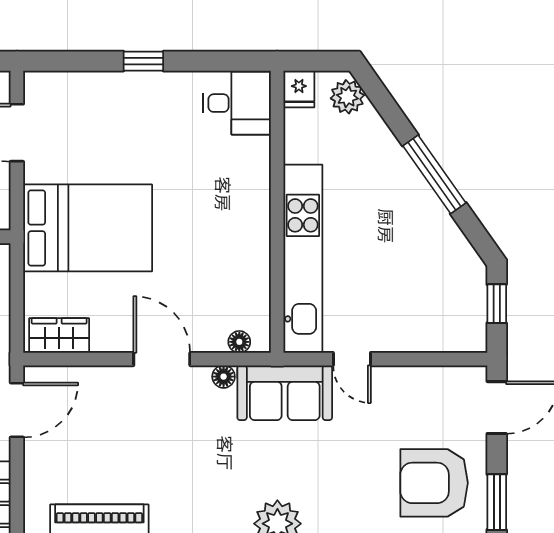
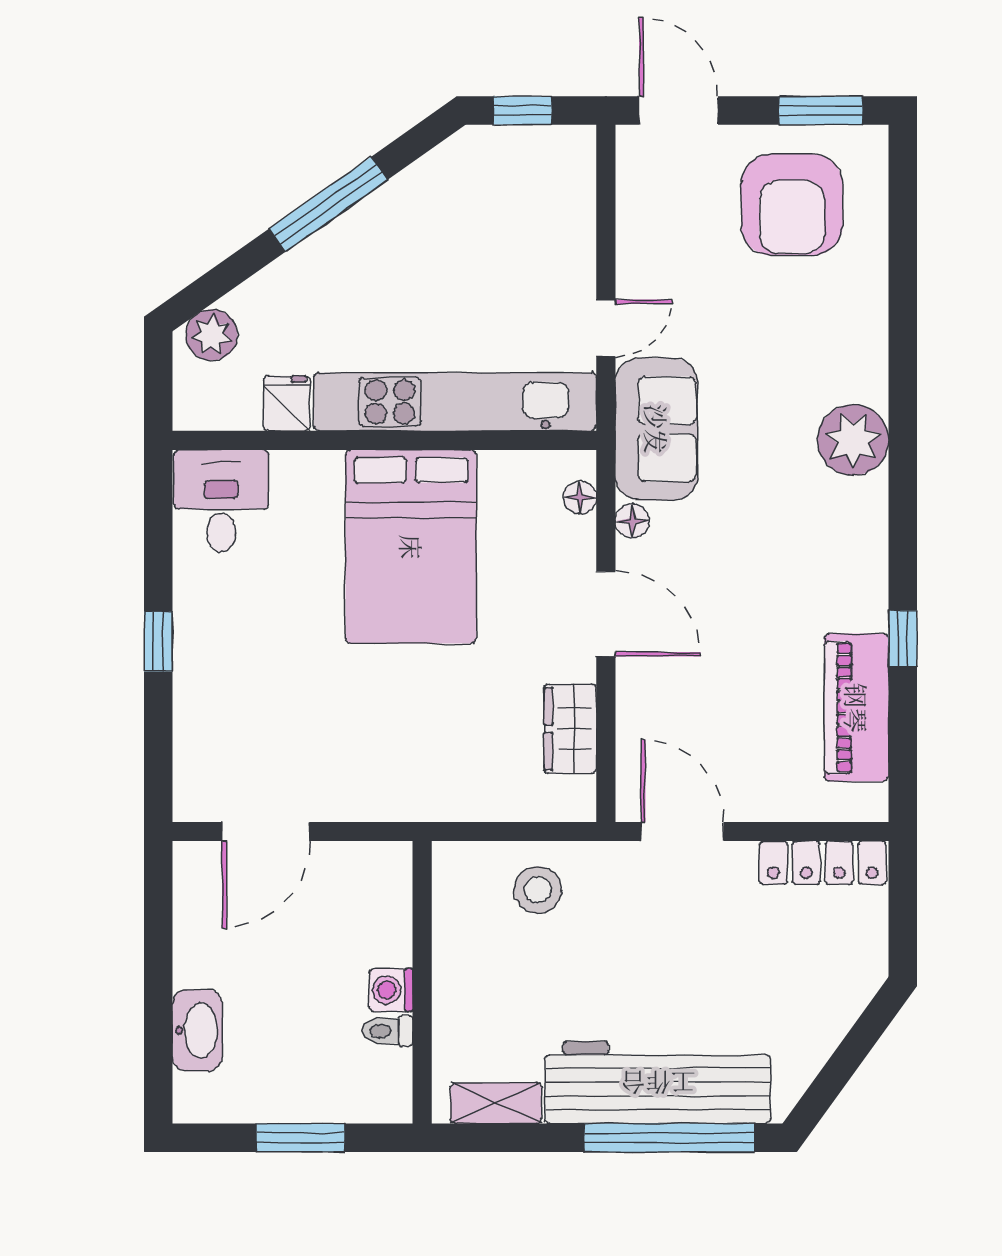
fridge: (299, 89) -> (287, 403), moved, turned -90
bed: (88, 228) -> (411, 547), moved, turned 180
wardrobe: (59, 335) -> (570, 729), moved
door: (162, 359) -> (606, 614), swing flipped

